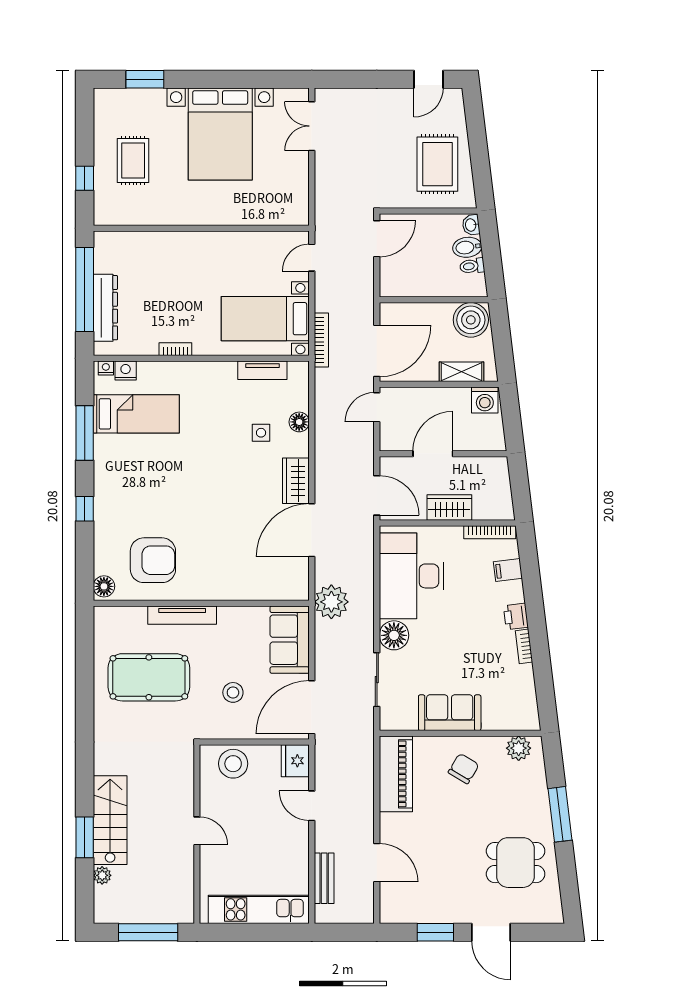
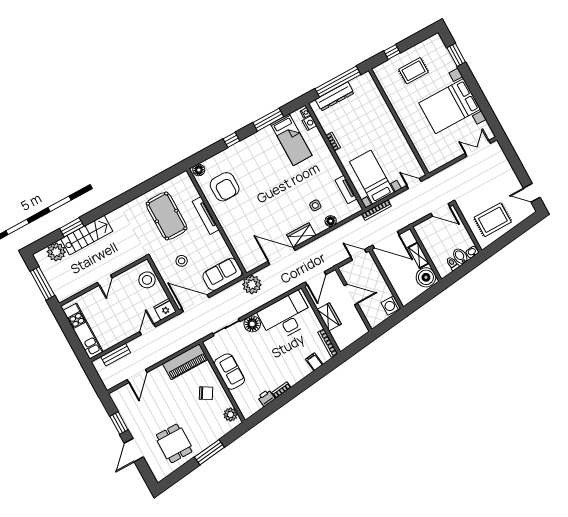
shelving: (461, 372) -> (419, 255), moved
printer: (516, 616) -> (266, 398), moved
plant: (102, 875) -> (56, 252), width x1.87, depth x1.87

